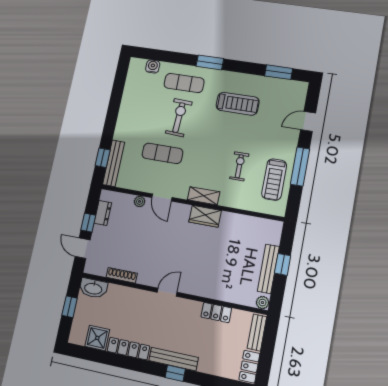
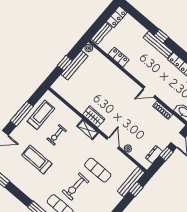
treadmill: (238, 104) -> (37, 159), moved
door: (167, 292) -> (149, 92), moved

